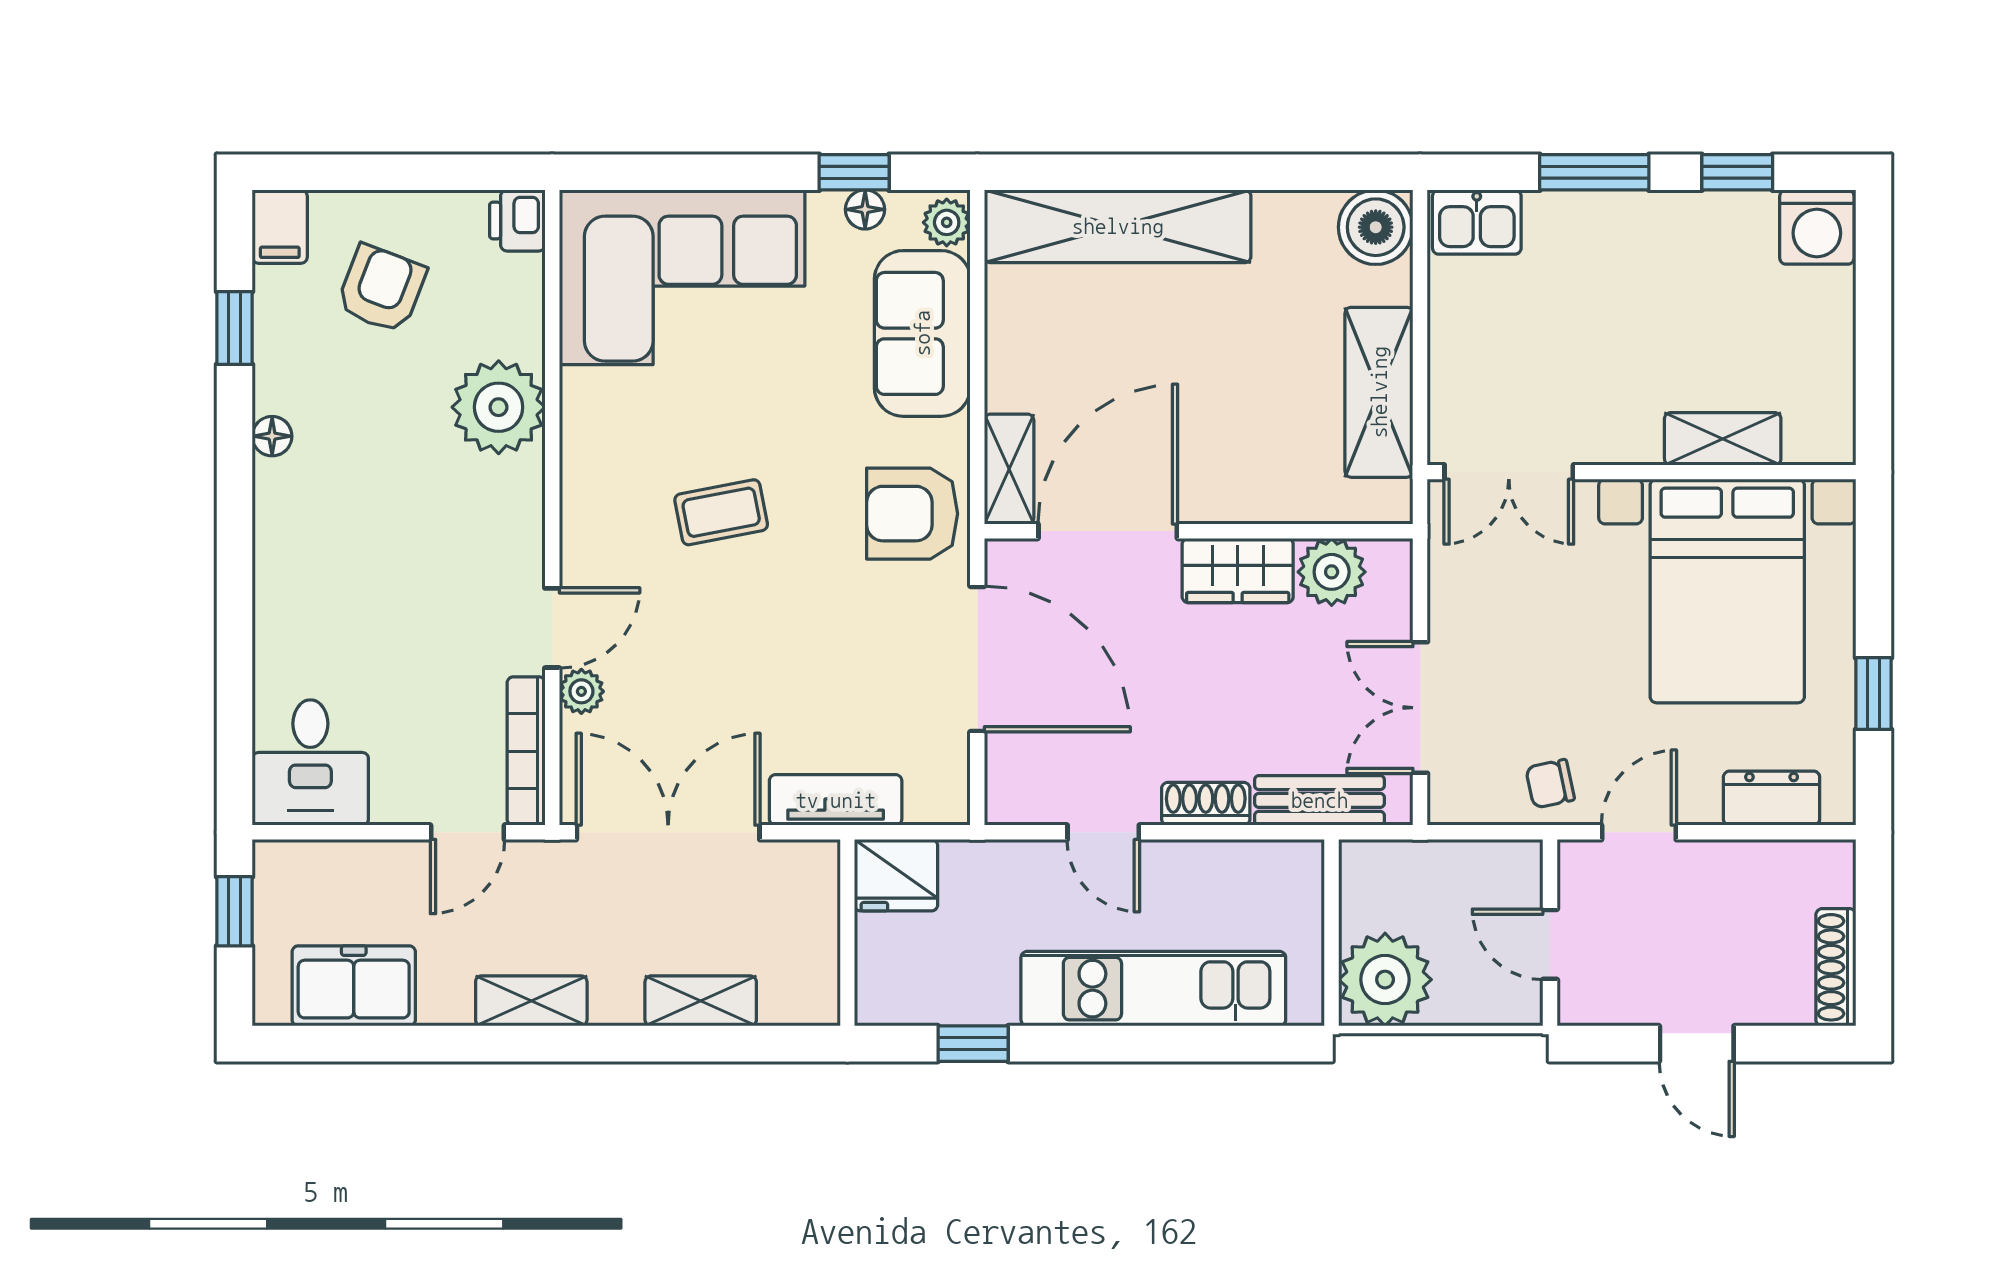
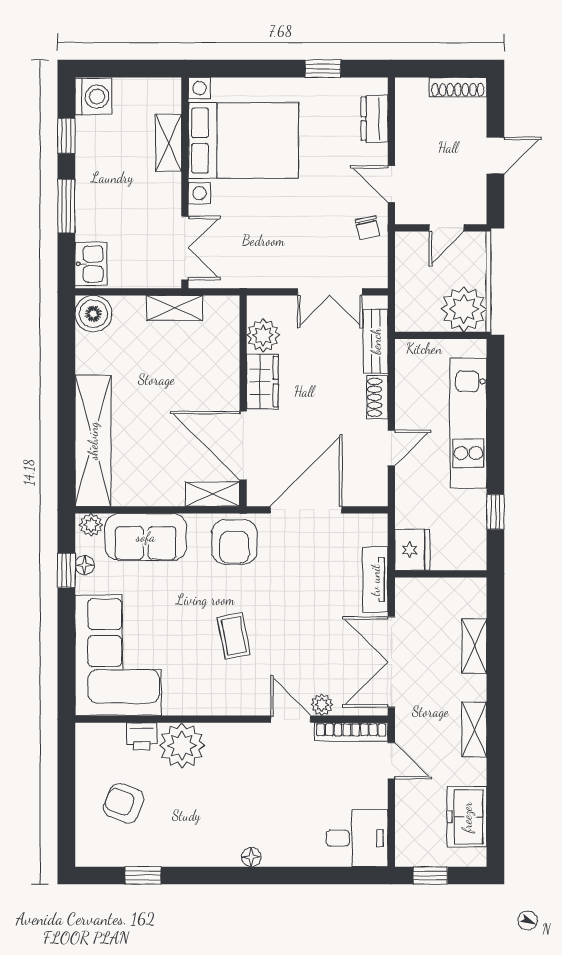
printer: (517, 220) -> (142, 736), moved
filing cabinet: (280, 227) -> (93, 853), removed
shelving: (1379, 392) -> (175, 308), width x0.67, depth x0.75
floor lamp: (272, 436) -> (251, 857), moved
shelving: (1723, 439) -> (169, 143), moved
double door: (1509, 472) -> (185, 248), moved
wall: (1641, 472) -> (185, 183), moved
bed with nightstands: (1727, 591) -> (243, 141), moved

